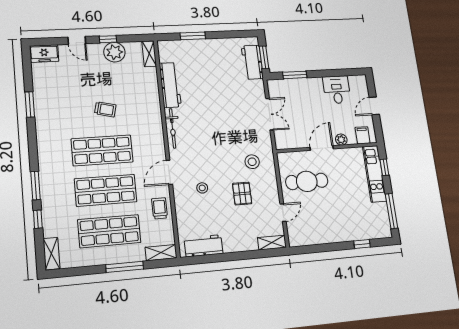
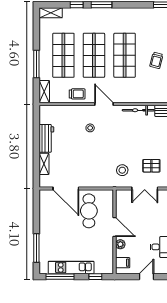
door: (374, 106) -> (146, 277), hinge flipped
stool: (252, 162) -> (122, 170), moved
kitchen unit: (374, 174) -> (71, 267), moved
pallet: (242, 194) -> (151, 166), moved
door: (283, 213) -> (66, 188), width x1.87
shelving: (272, 243) -> (44, 164), moved
window: (362, 244) -> (36, 248), width x2.17
workbench: (204, 246) -> (46, 138), moved

